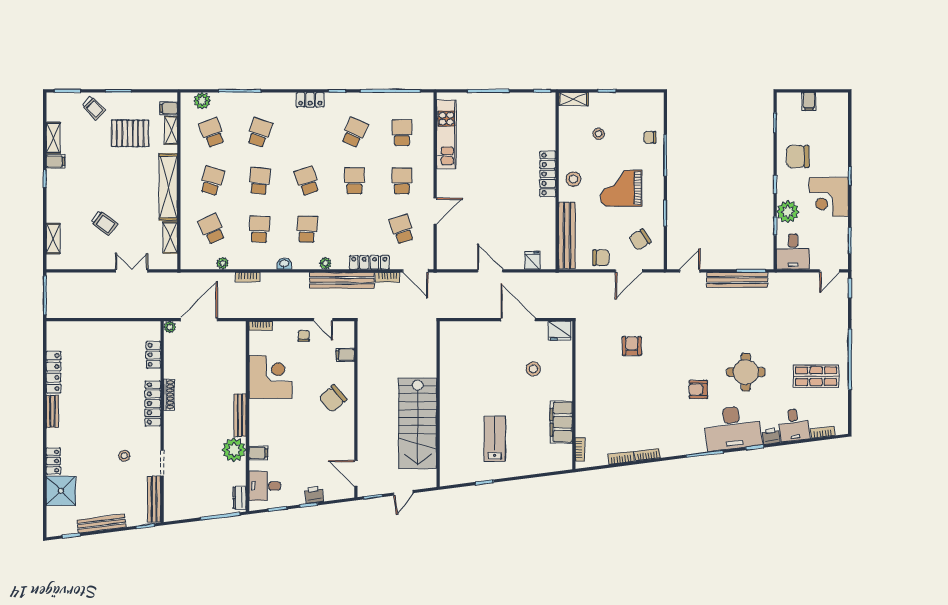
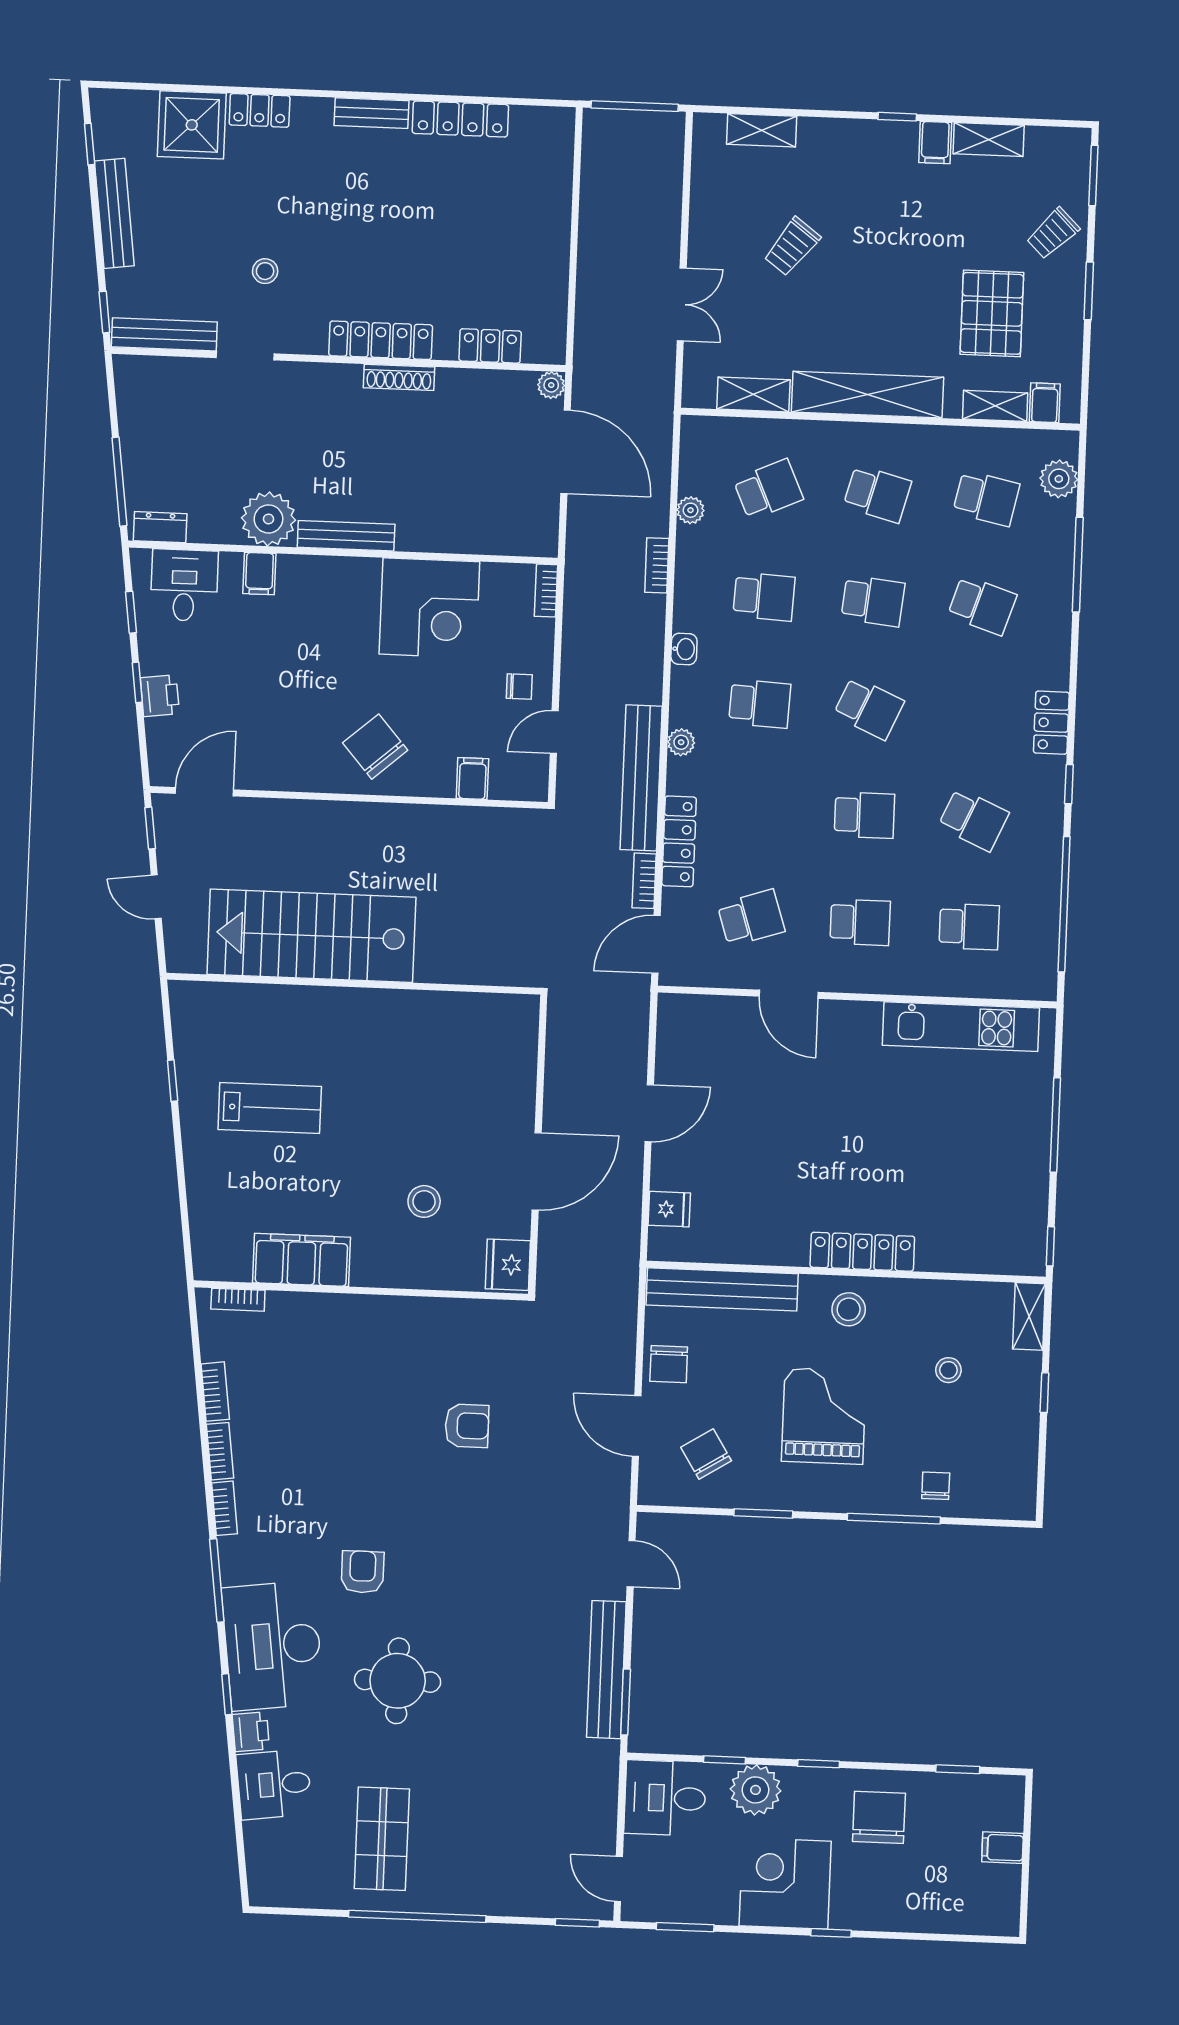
school desk: (212, 132) -> (986, 498), turned 33
school desk: (307, 181) -> (869, 708), turned 42
bookcase: (823, 432) -> (225, 1508), moved

